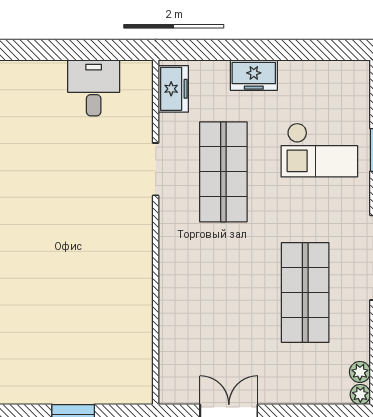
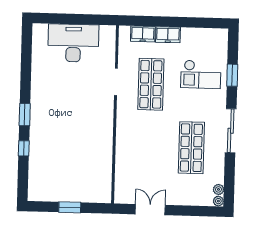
desk: (94, 88) -> (73, 43), width x1.87, depth x1.30
freezer: (173, 89) -> (143, 34), moved, turned 90

